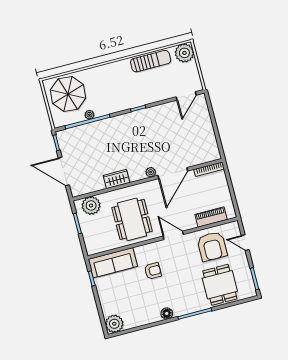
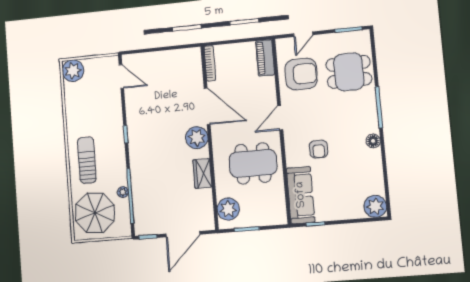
sun lounger: (151, 61) -> (87, 160), moved
plant: (151, 172) -> (197, 138), width x1.87, depth x1.87
piano: (211, 217) -> (265, 58), moved
armchair: (153, 271) -> (319, 149), turned 180

